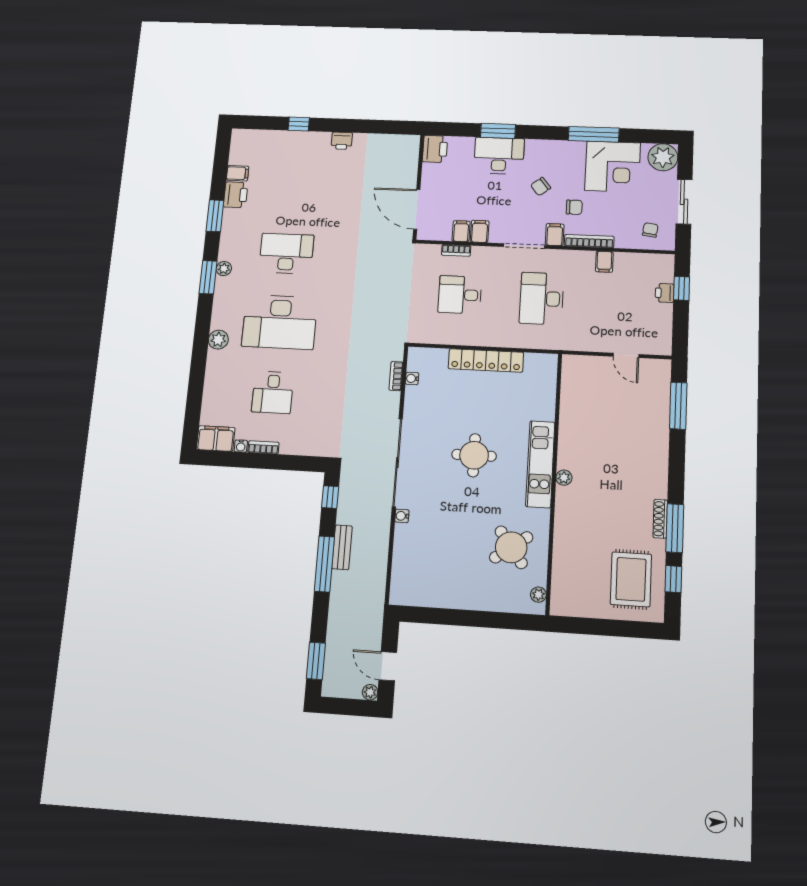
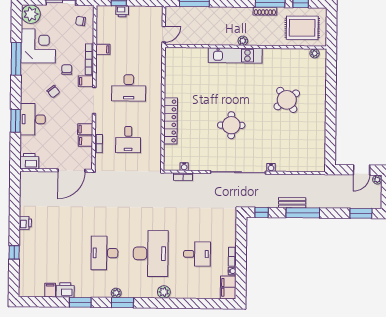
kitchen unit: (540, 464) -> (235, 55), moved
plant: (564, 478) -> (243, 41), moved
wall: (554, 482) -> (246, 47), moved
plant: (538, 595) -> (315, 53), moved

